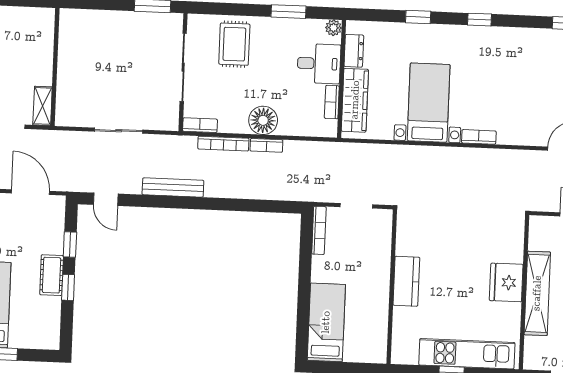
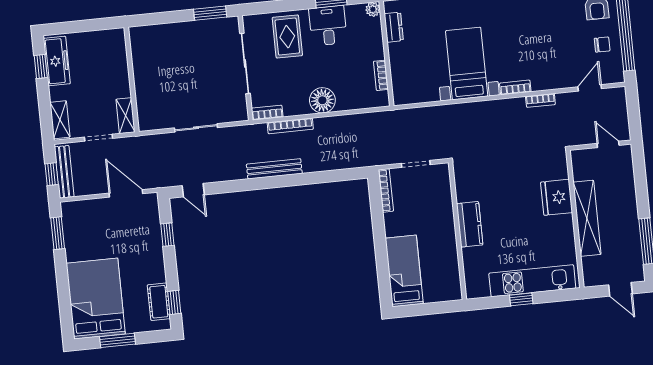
desk: (319, 64) -> (328, 26), moved, turned -90
wardrobe: (355, 100) -> (401, 71), removed
bookcase: (266, 145) -> (540, 100), moved
bench: (173, 187) -> (274, 169), moved
cot: (52, 275) -> (159, 302), moved
fridge: (506, 282) -> (557, 197), moved
window: (68, 287) -> (174, 302), moved

